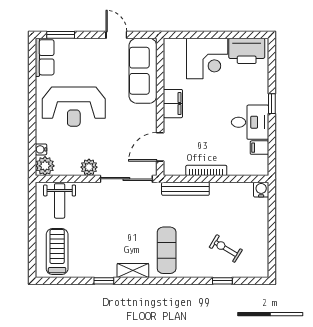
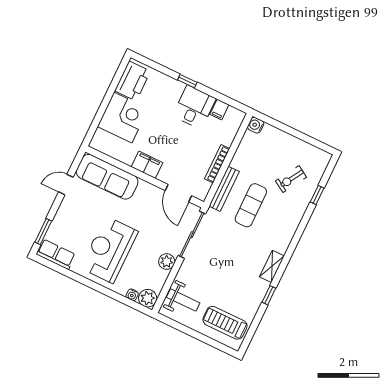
reception desk: (74, 107) -> (109, 250), turned 180
exercise mat: (167, 250) -> (251, 205), moved, turned 90

